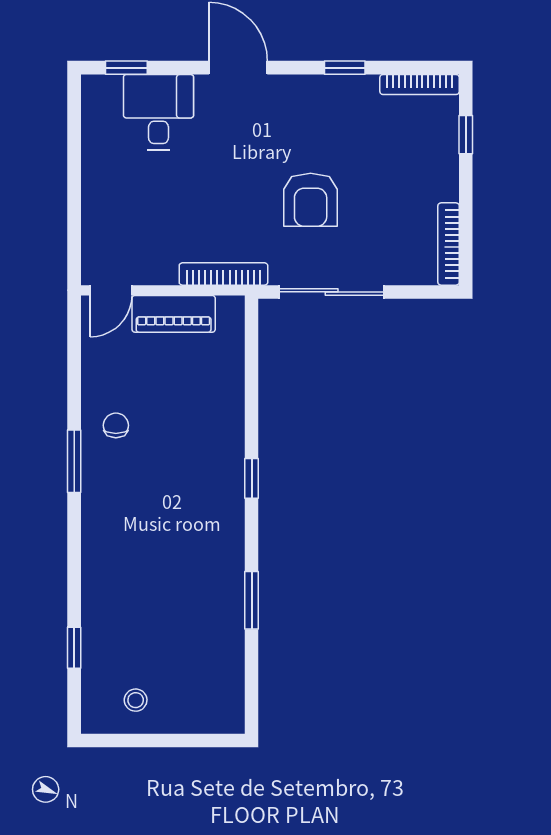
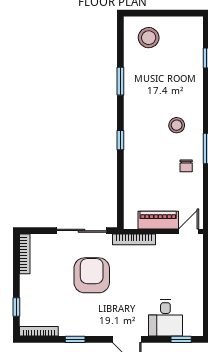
armchair: (311, 200) -> (92, 275), width x1.36, depth x1.36
stool: (135, 509) -> (177, 125), added
stool: (136, 700) -> (149, 38), moved, width x1.89, depth x1.89

